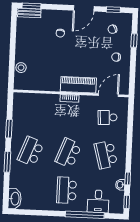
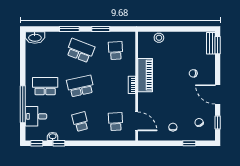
piano: (78, 85) -> (145, 75), moved
school desk: (32, 114) -> (116, 51), added
school desk: (68, 153) -> (80, 86), turned -33
school desk: (106, 155) -> (80, 122), width x0.54

